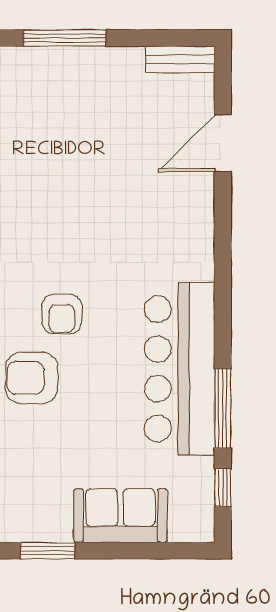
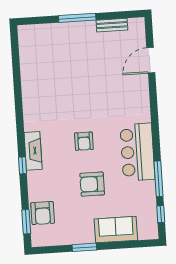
bench: (180, 59) -> (112, 25), moved
bar counter: (180, 369) -> (137, 152), width x0.73
armchair: (32, 378) -> (92, 184), moved

